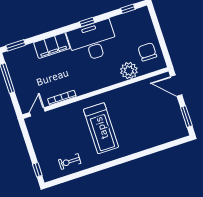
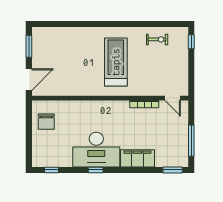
plant: (129, 71) -> (70, 109), removed
door: (176, 86) -> (29, 80), hinge flipped
door: (37, 112) -> (173, 98), hinge flipped

